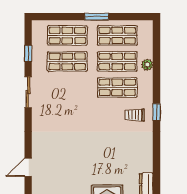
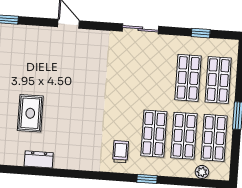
plant: (147, 65) -> (202, 172), moved
sliding door: (28, 92) -> (140, 29), moved
window: (157, 112) -> (147, 179), moved

